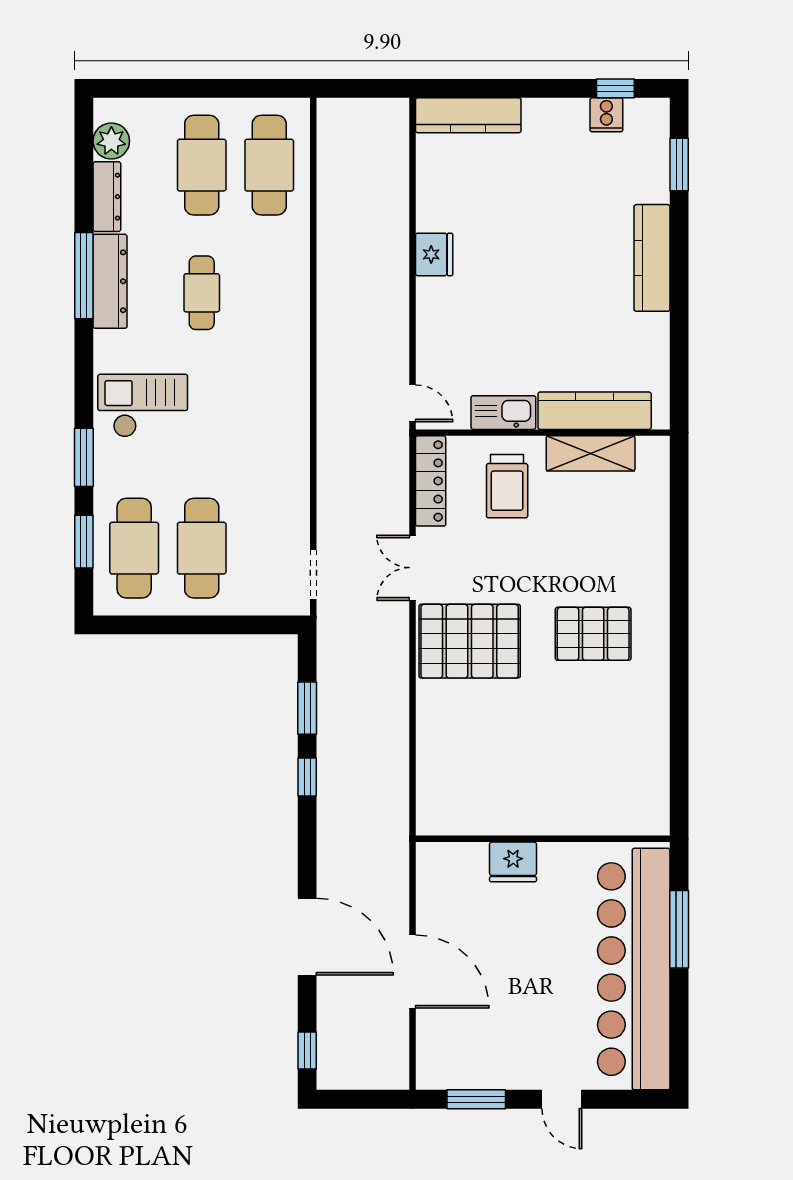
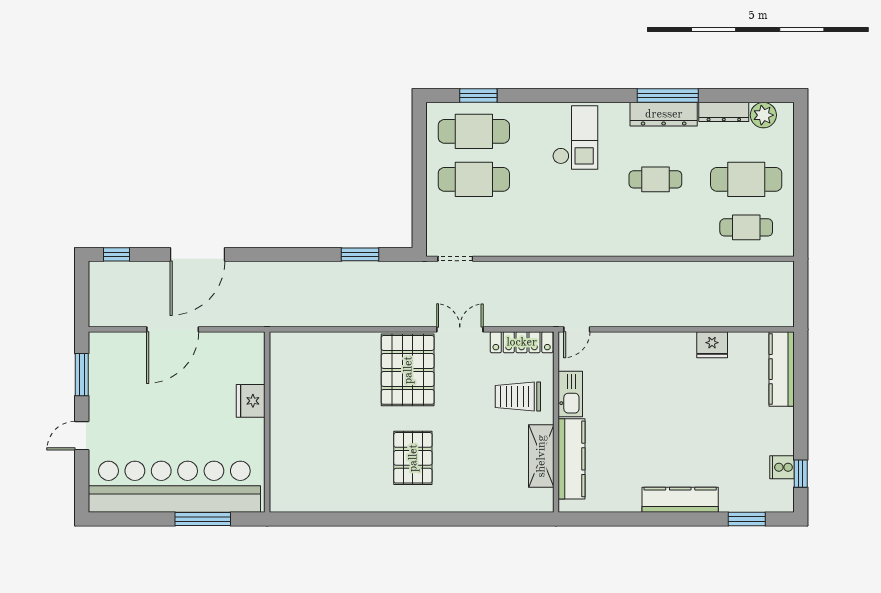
cafe table: (269, 165) -> (746, 227), width x0.73, depth x0.74
fridge: (434, 254) -> (712, 345), moved
window: (84, 457) -> (538, 96), removed
window: (307, 777) -> (311, 254), removed

